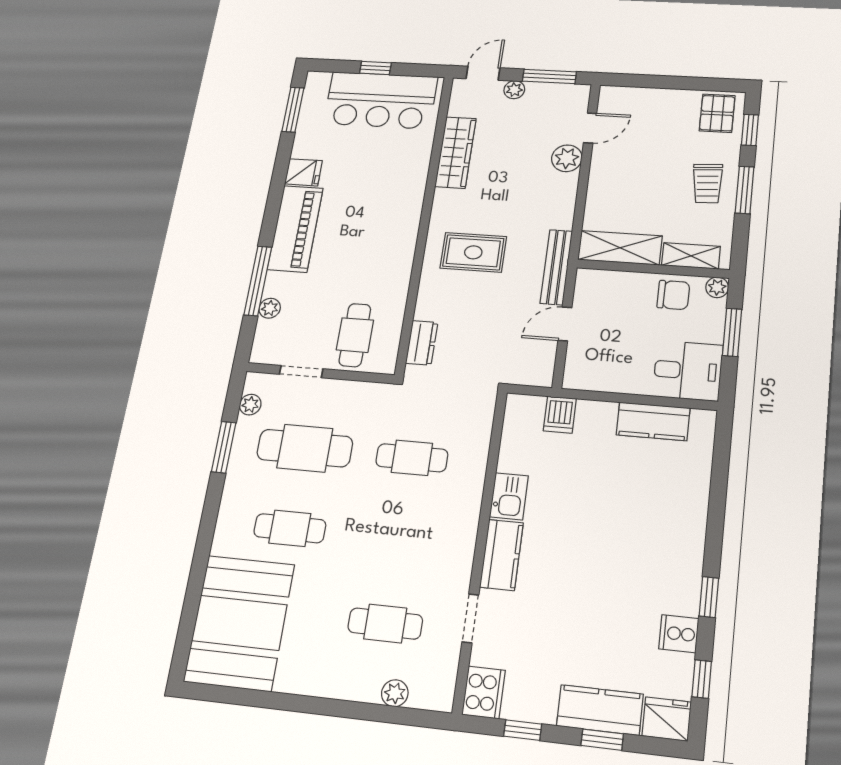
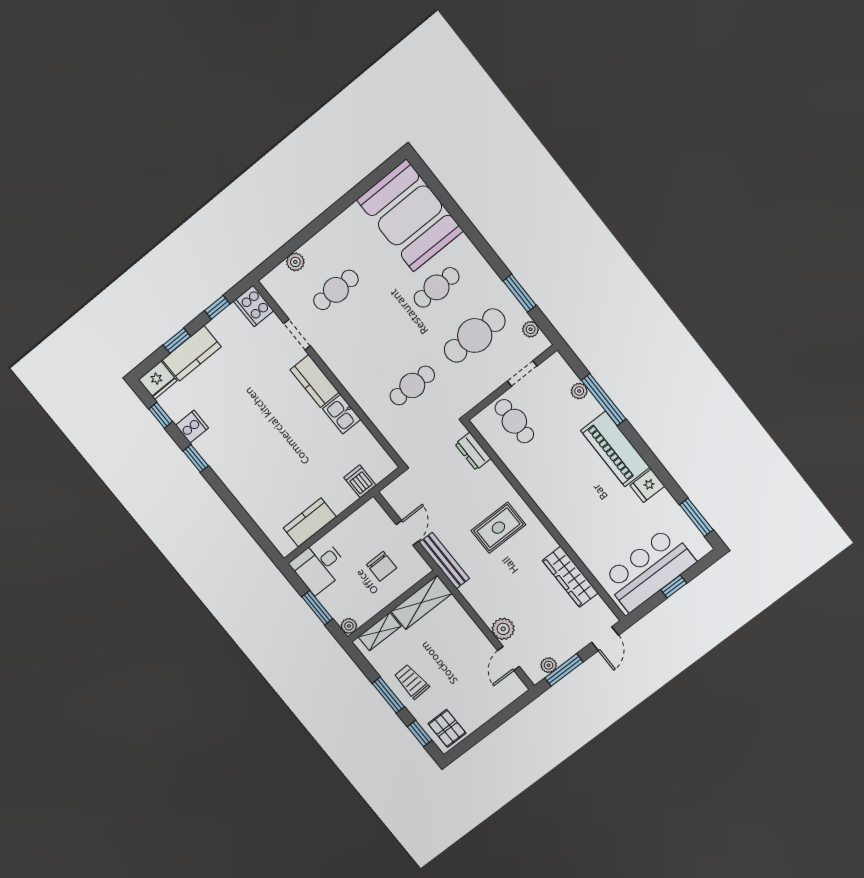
plant: (514, 90) -> (549, 665), moved
chair: (673, 295) -> (382, 566), moved, turned -90

